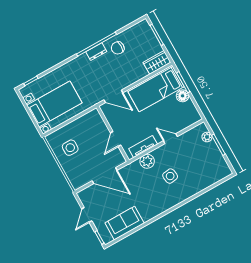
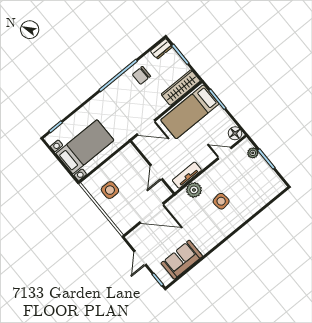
dresser: (96, 52) -> (161, 49), moved
wardrobe: (157, 62) -> (181, 88), width x1.50
floor lamp: (183, 96) -> (235, 133), moved
door: (170, 139) -> (225, 153), moved

